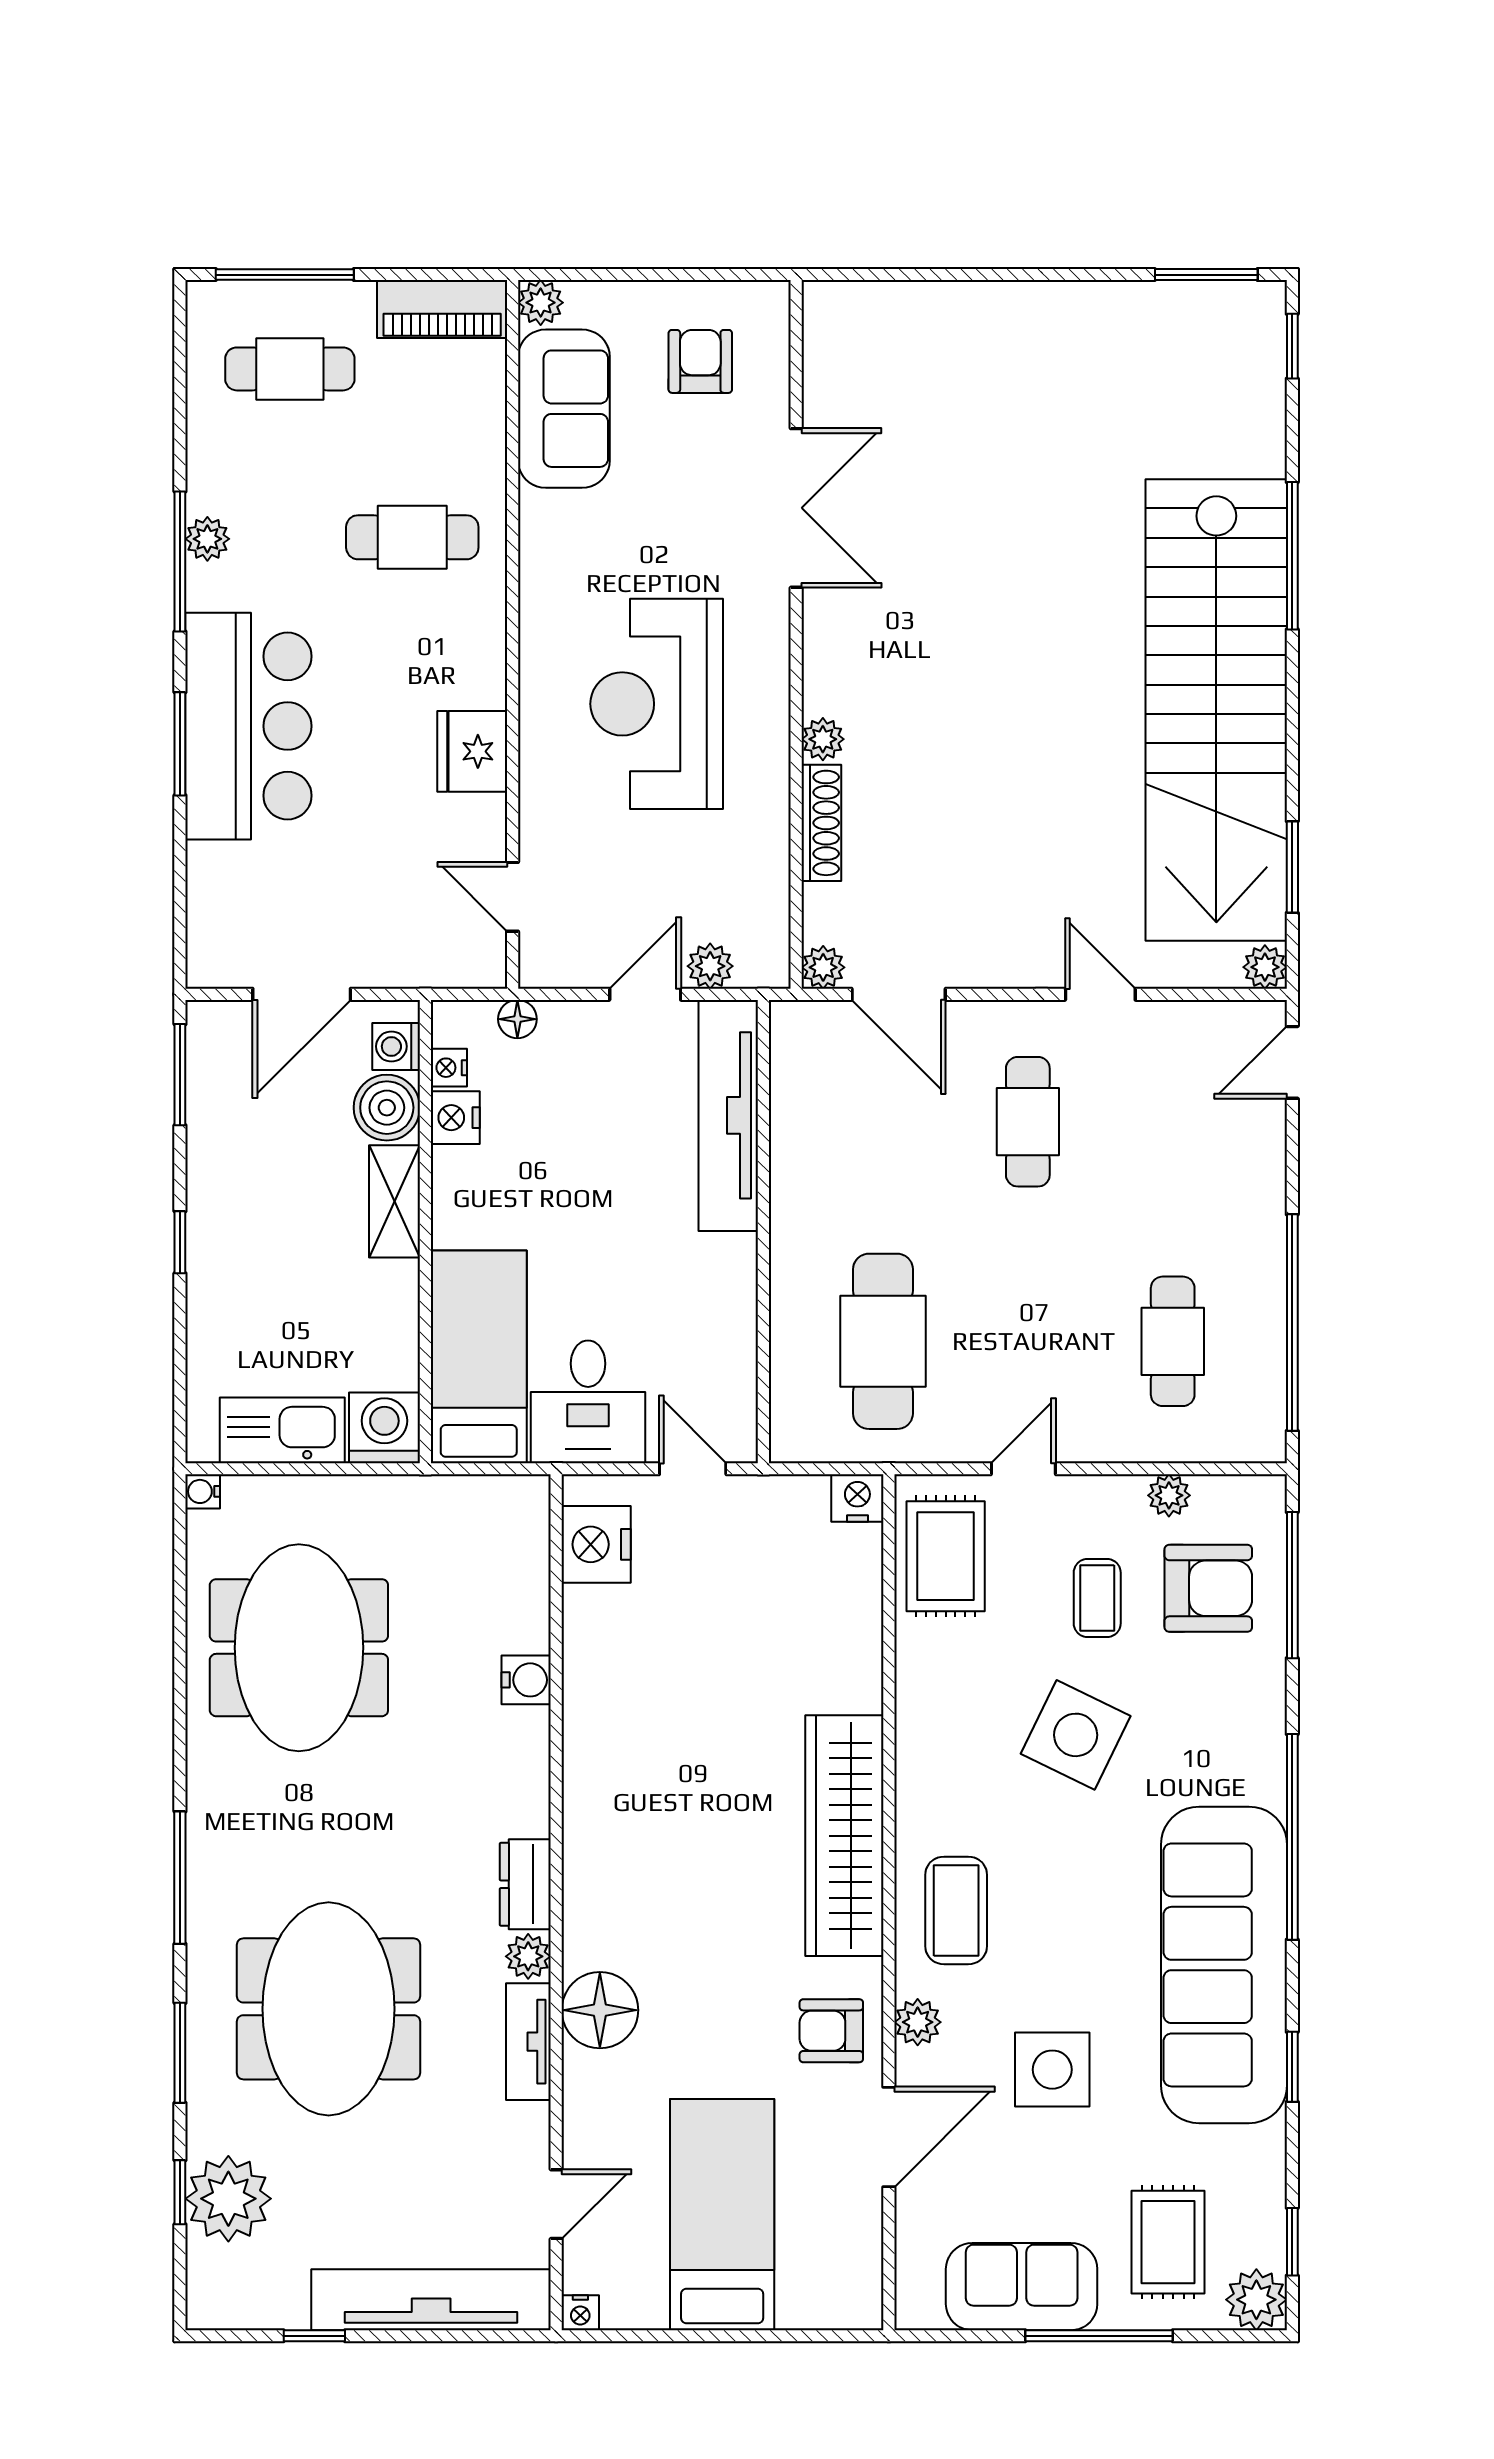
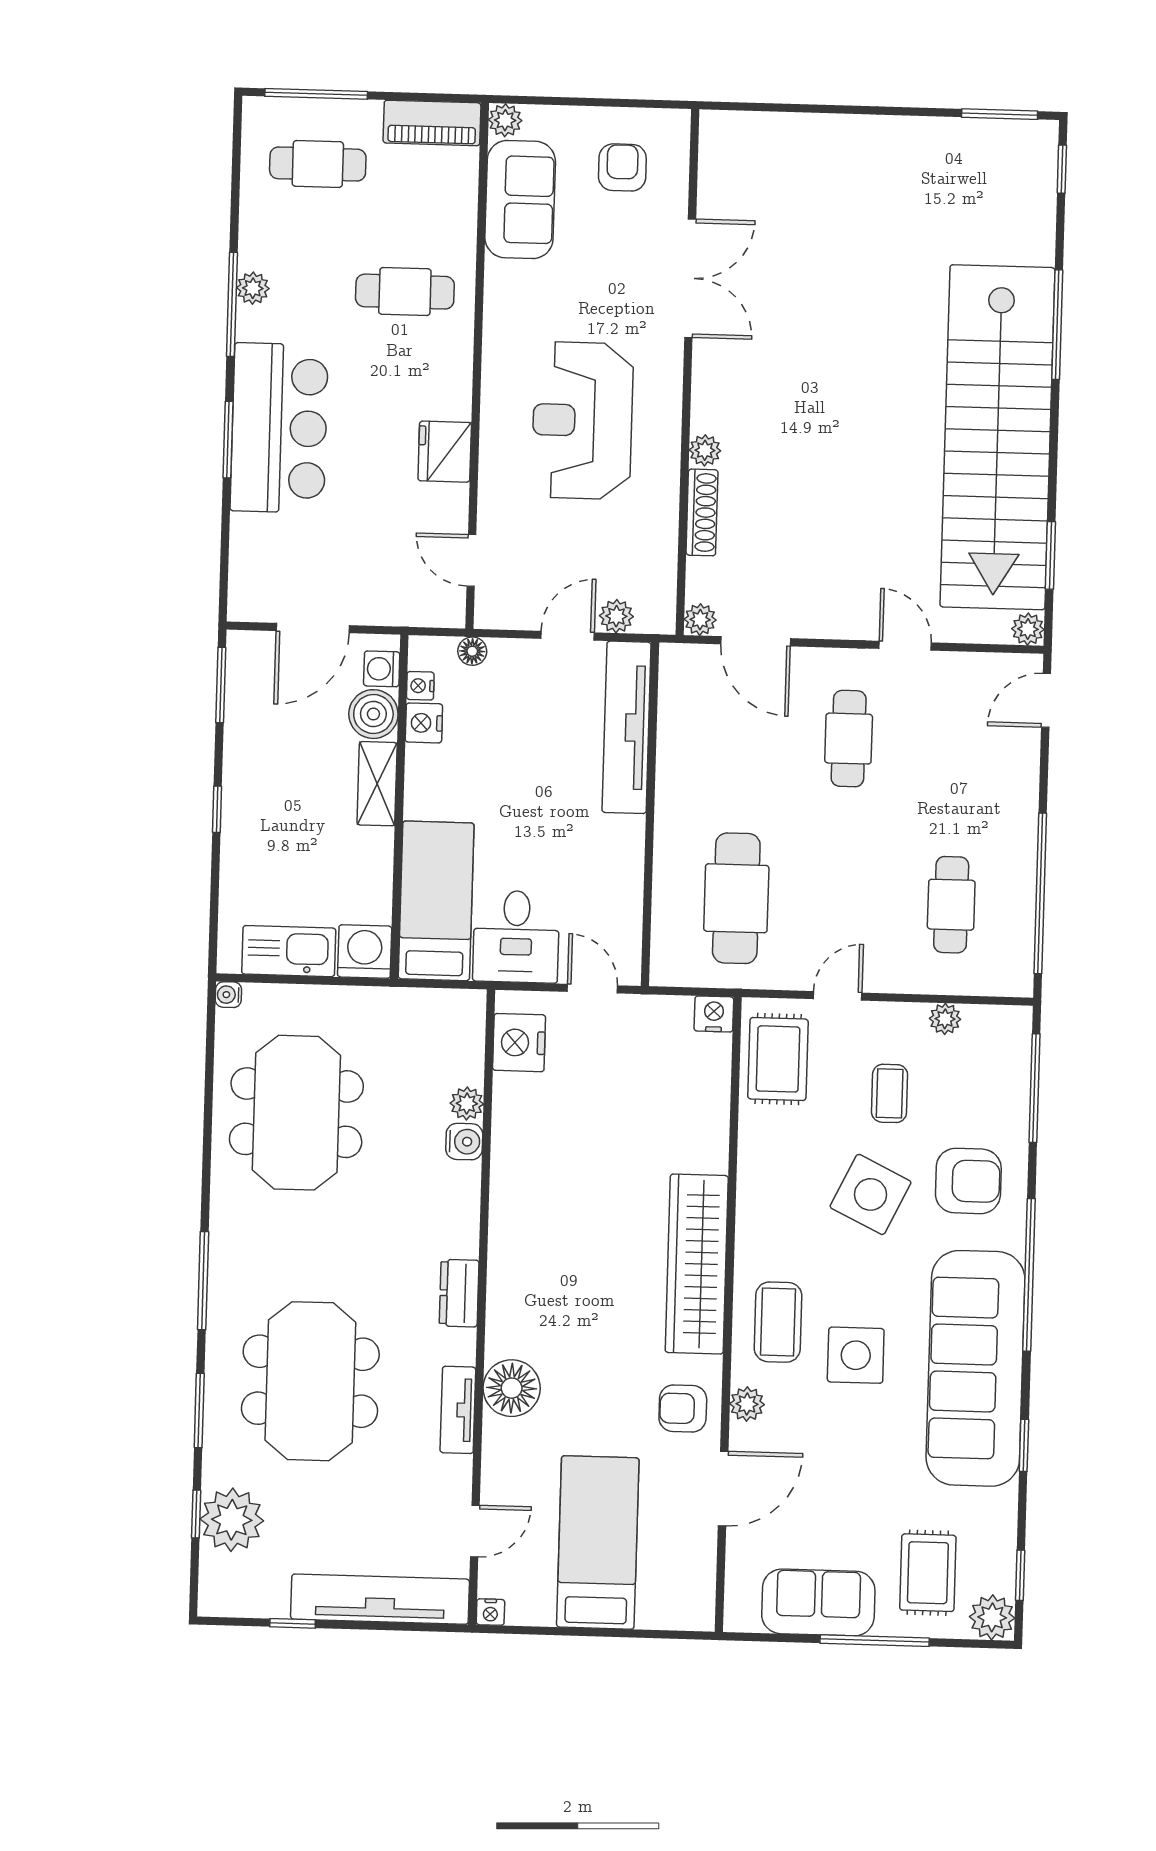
armchair: (1208, 1588) -> (968, 1181), moved
plant: (528, 1956) -> (467, 1104), moved
side table: (1052, 2070) -> (856, 1355), moved

